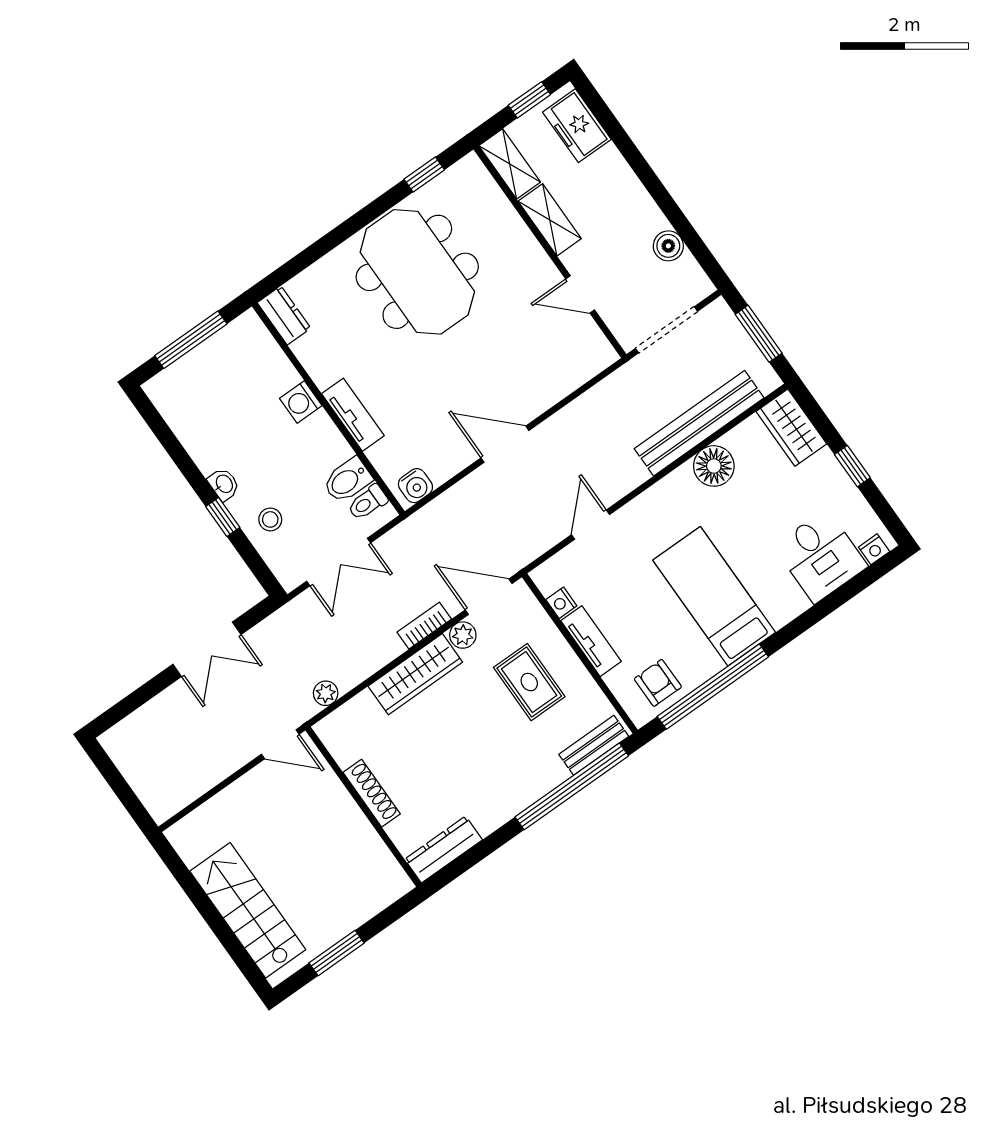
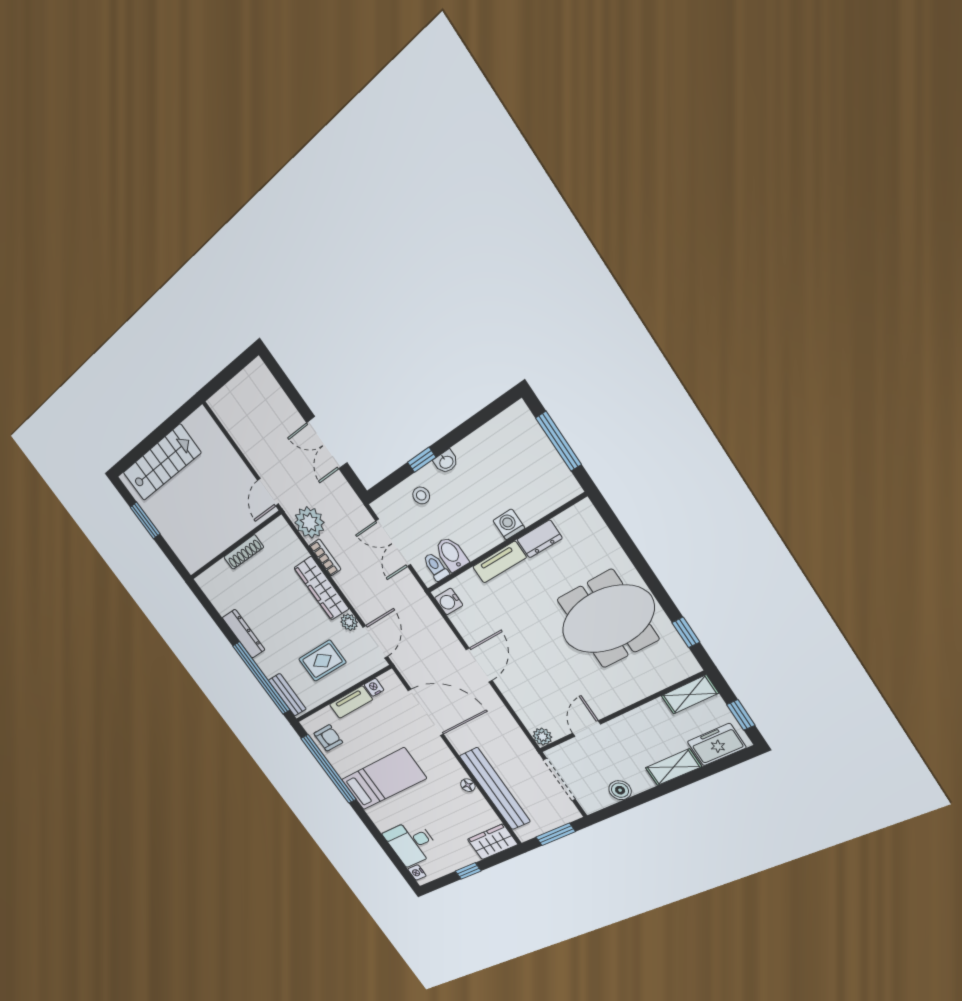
shelving: (550, 220) -> (673, 767), moved
dresser: (284, 315) -> (540, 539), moved
plant: (602, 355) -> (542, 737), added
floor lamp: (714, 466) -> (468, 785), width x0.53, depth x0.53
door: (590, 525) -> (426, 712), width x1.88
bookcase: (424, 626) -> (325, 558), moved
plant: (326, 693) -> (309, 523), width x1.88, depth x1.88
dresser: (444, 849) -> (244, 634), moved

